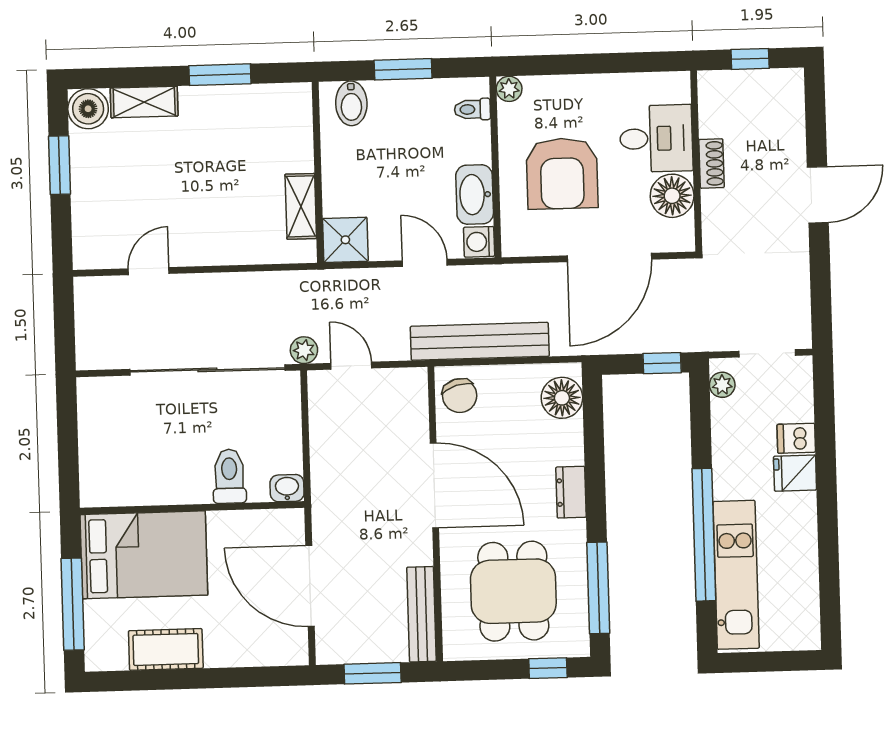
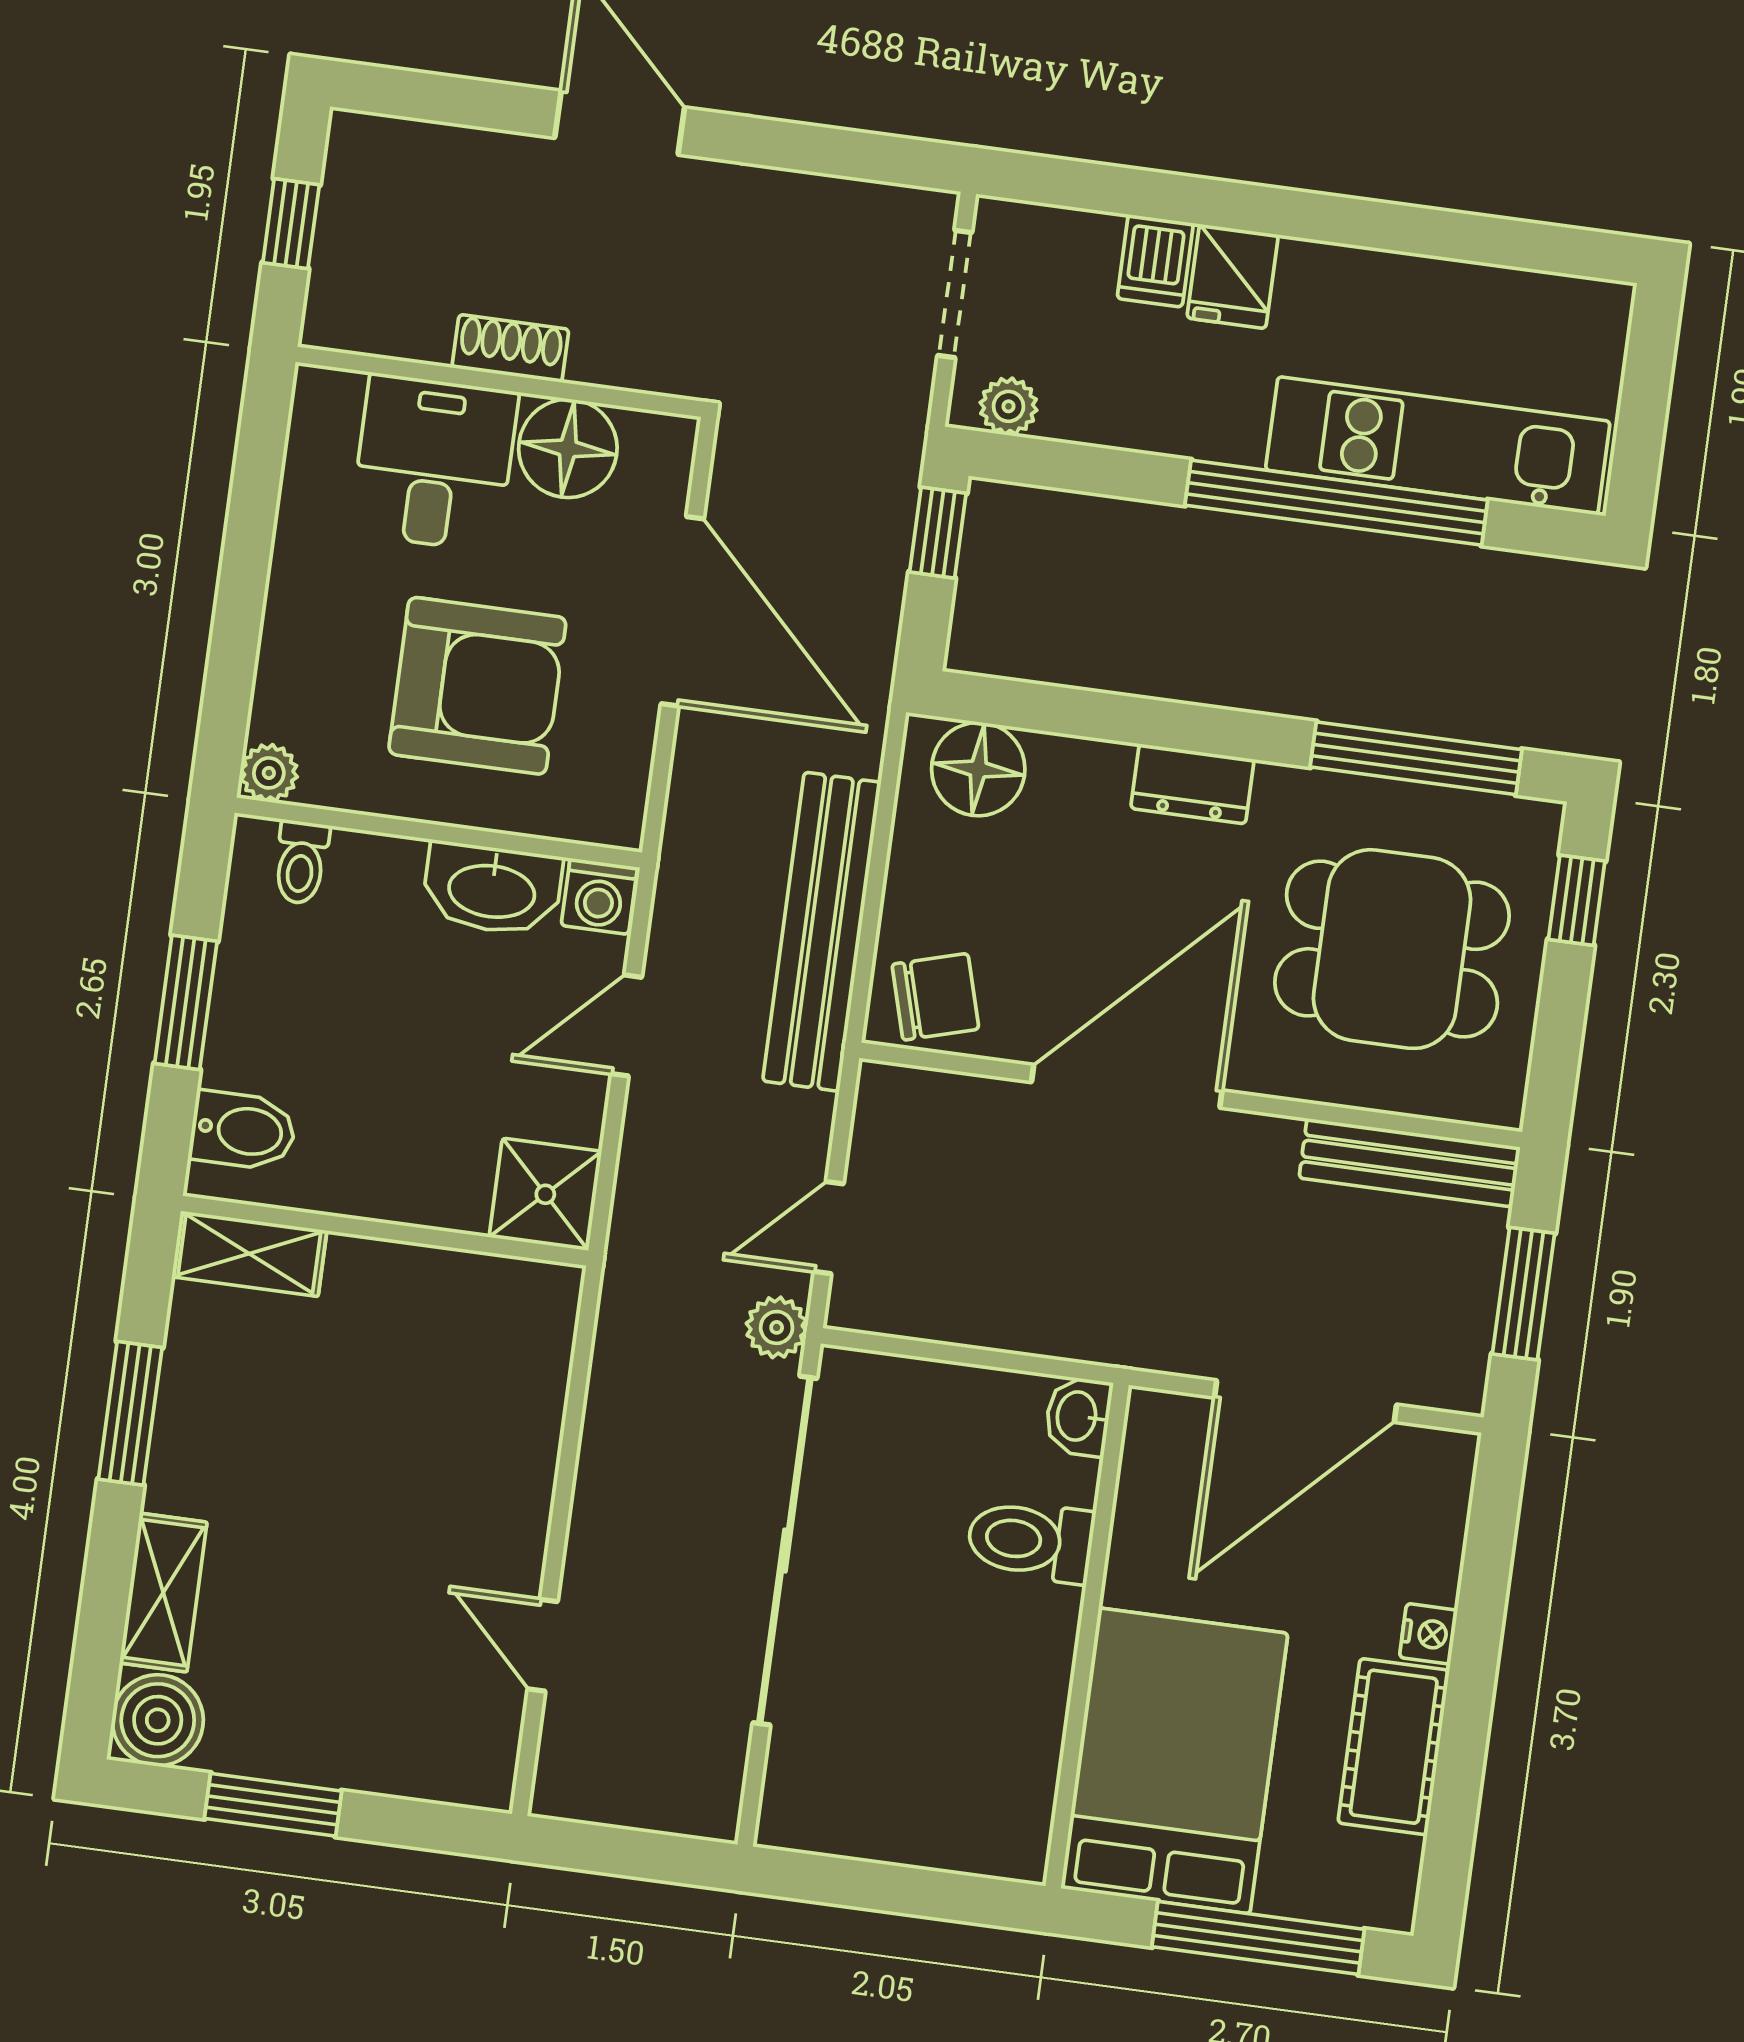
shelving: (301, 206) -> (249, 1254), moved
nightstand: (217, 656) -> (1429, 1634), added

